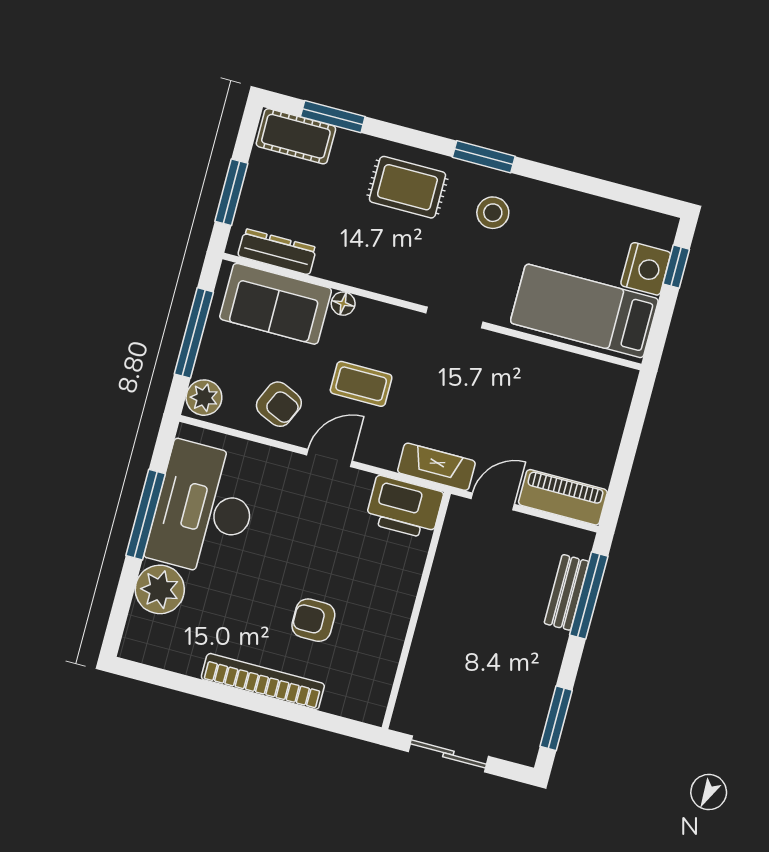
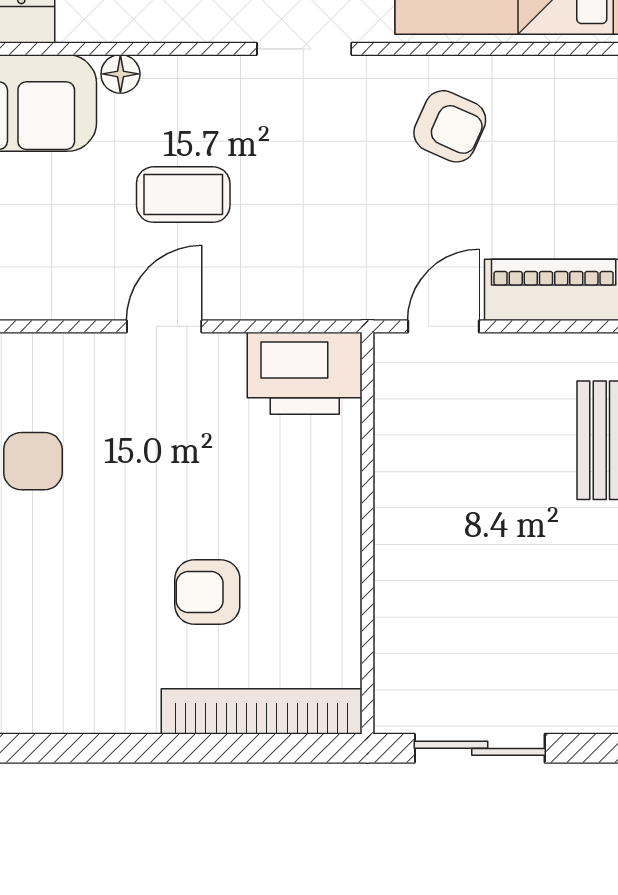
armchair: (279, 404) -> (450, 126), moved
fireplace: (436, 467) -> (339, 295), removed
bookcase: (263, 681) -> (262, 711), moved

